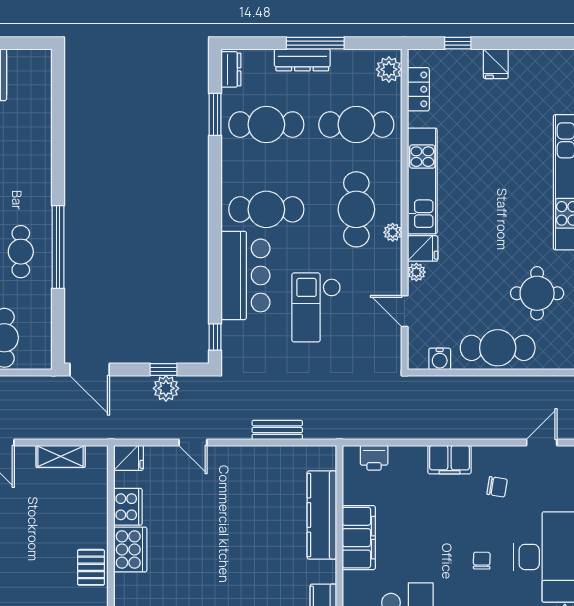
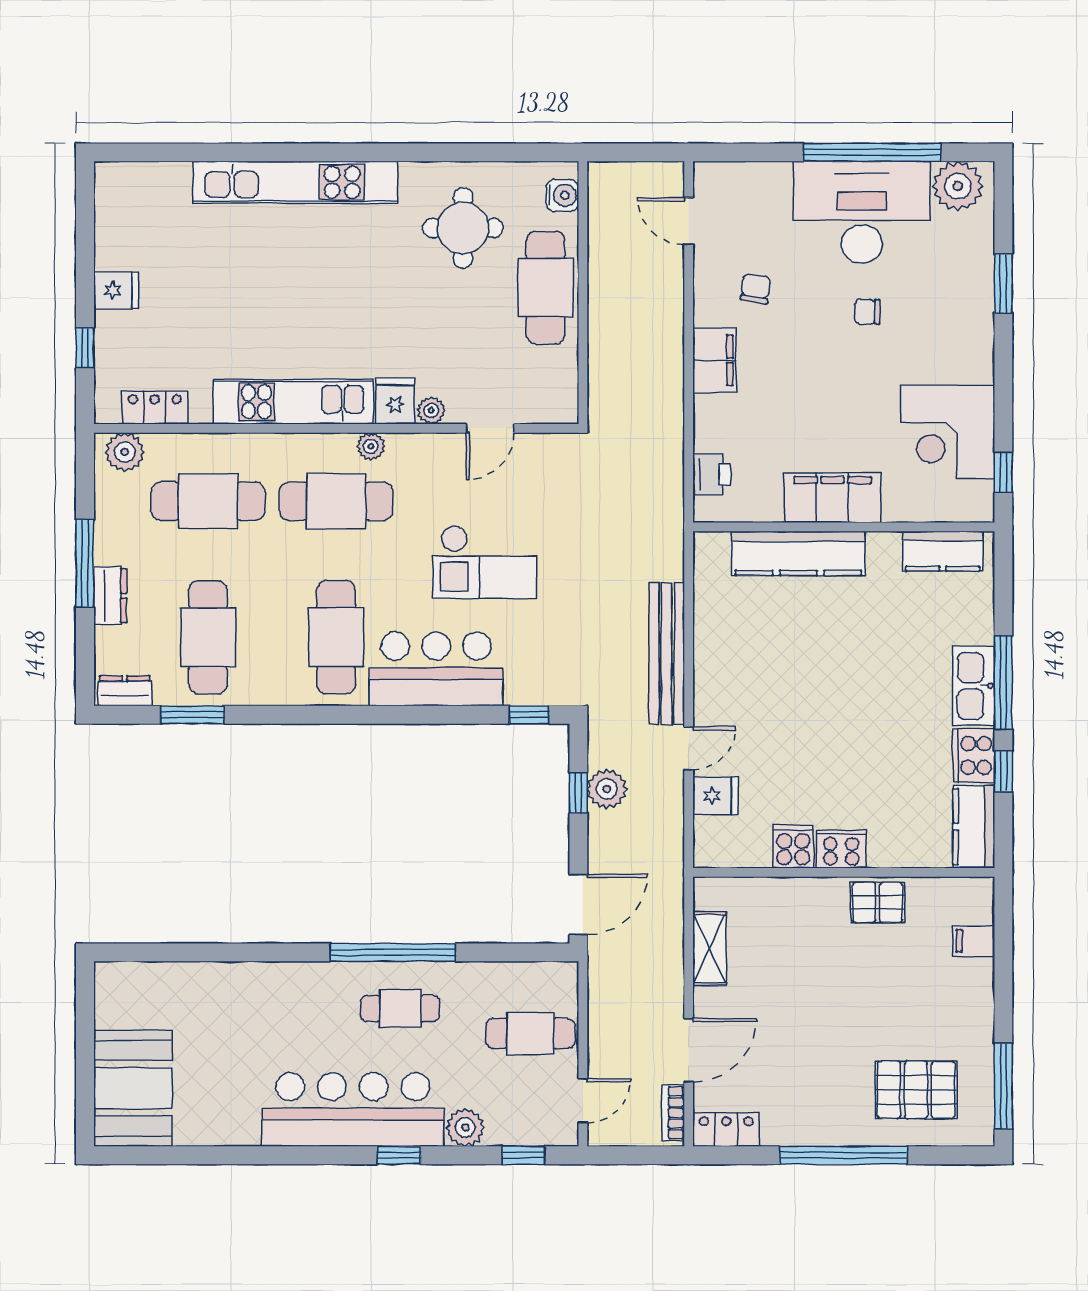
dresser: (302, 60) -> (110, 596), width x0.70
cafe table: (356, 125) -> (208, 501), turned 90
water cooler: (440, 359) -> (562, 195), moved
bench: (277, 430) -> (667, 654), width x1.86, depth x1.21
fridge: (129, 458) -> (715, 796), moved, turned 90
cooker: (128, 507) -> (793, 847), width x0.73
cooker: (130, 550) -> (841, 849), width x0.73, depth x0.76

